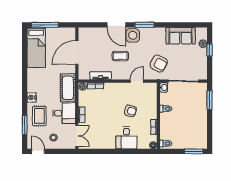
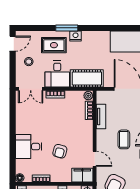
filing cabinet: (151, 92) -> (82, 175), added
window: (25, 125) -> (67, 28), moved

